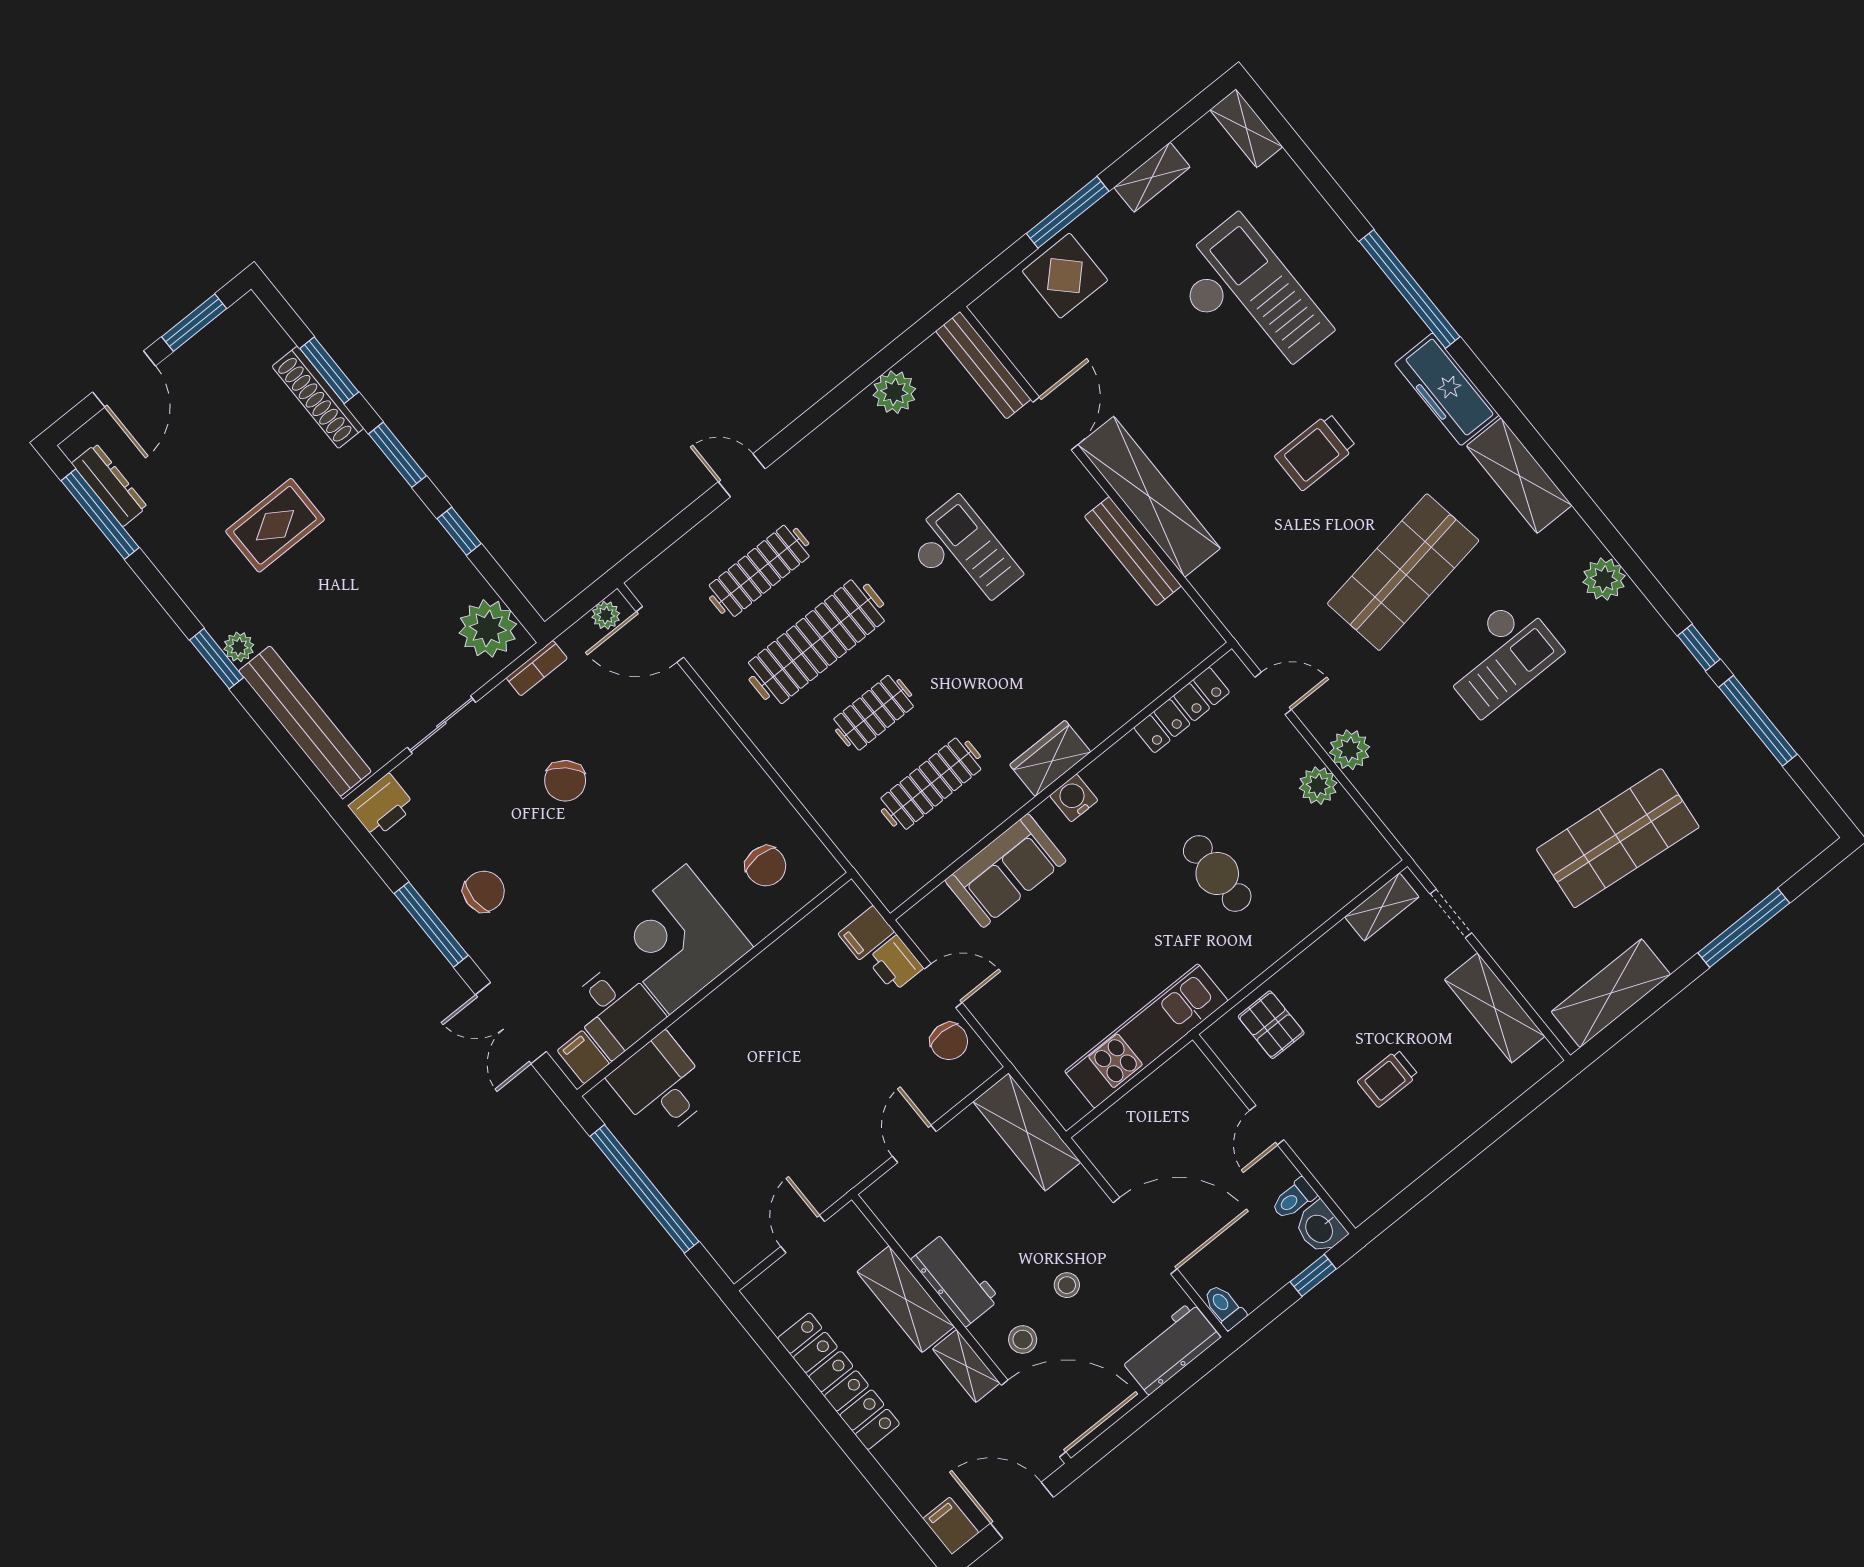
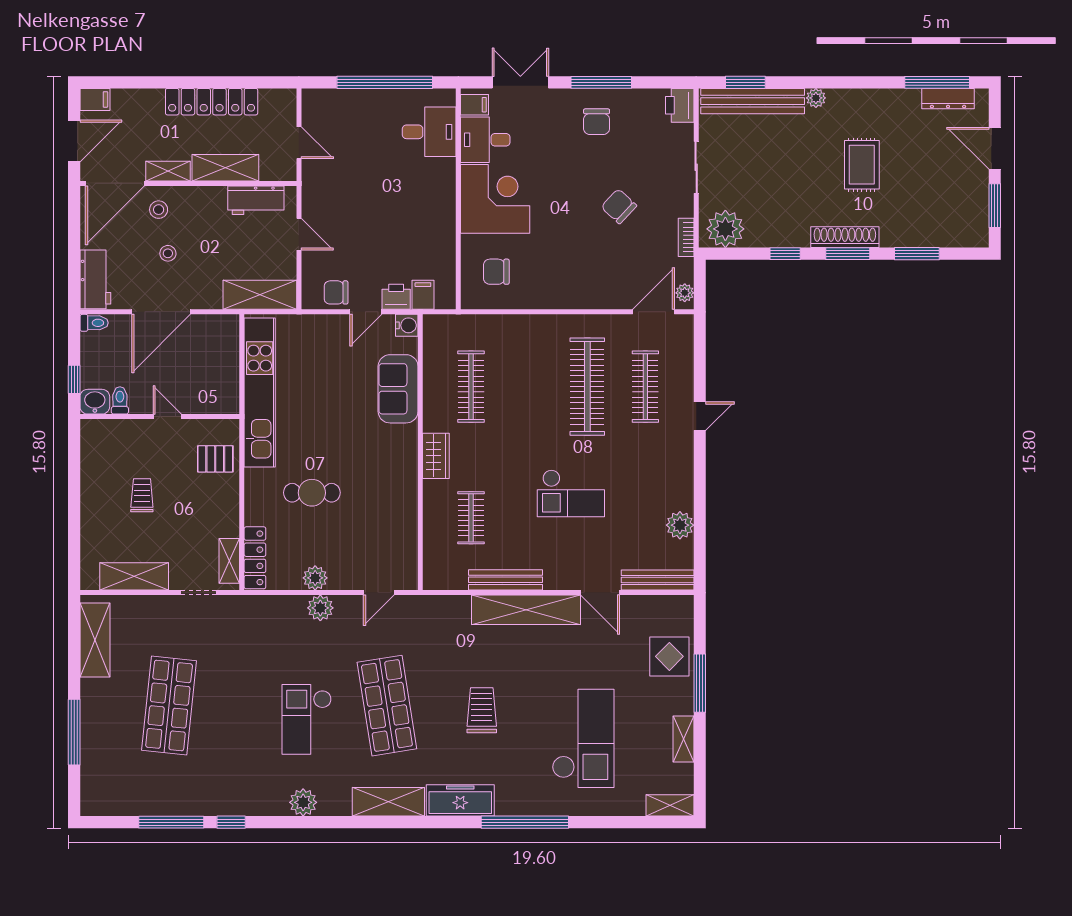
checkout: (1250, 300) -> (583, 738), turned -90
shoe rack: (318, 397) -> (845, 237), moved
window: (217, 659) -> (745, 82), moved
locker: (1182, 710) -> (255, 558), moved, turned 180
clothes rail: (874, 713) -> (471, 518), moved
water cooler: (1074, 798) -> (407, 325), moved
kitchen unit: (1146, 1036) -> (260, 392), width x1.36
workbench: (955, 1279) -> (256, 200), moved

